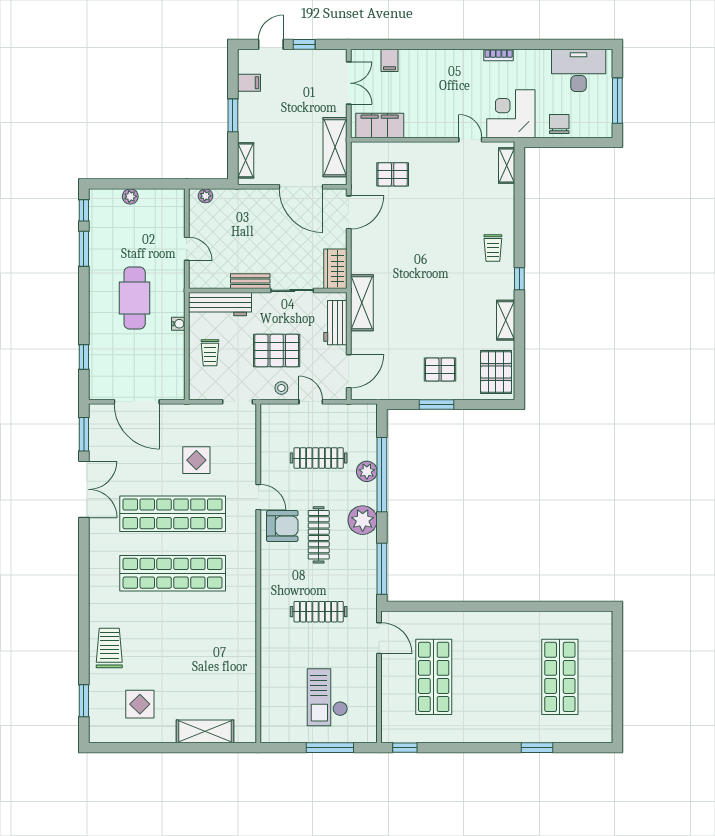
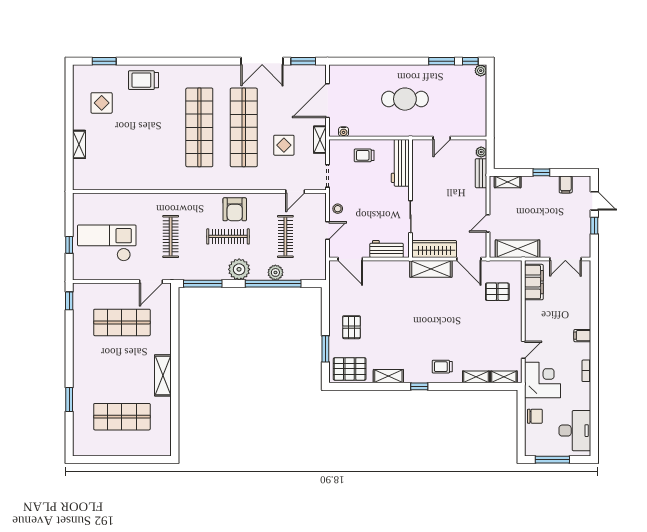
filing cabinet: (390, 60) -> (582, 336), moved
window: (233, 115) -> (541, 172), width x0.67
pallet: (393, 174) -> (497, 292), turned 90
door: (301, 187) -> (488, 223), width x0.53
plant: (130, 196) -> (481, 71), moved
shelving: (507, 203) -> (476, 377), added
wardrobe: (335, 269) -> (434, 249), width x1.50
bench: (250, 281) -> (481, 173), moved
shelving: (362, 303) -> (431, 269), moved
water cooler: (178, 324) -> (344, 132), moved
pallet: (277, 351) -> (366, 205), removed
window: (84, 357) -> (361, 61), removed
window: (436, 405) -> (325, 349), moved
shelving: (189, 412) -> (320, 140), added
door: (258, 497) -> (295, 191), moved
shelving: (505, 622) -> (163, 375), added
trolley: (109, 648) -> (143, 80), turned 180
checkout: (327, 697) -> (107, 243), width x1.36, depth x1.21
shelving: (205, 731) -> (79, 144), width x0.67, depth x0.75
window: (330, 748) -> (69, 245), width x0.46

